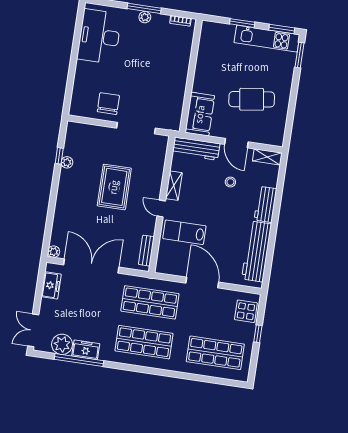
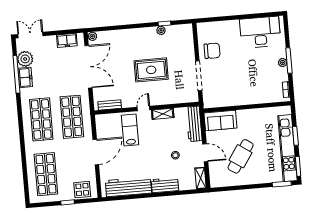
kitchen unit: (267, 39) -> (287, 148), width x1.36
cafe table: (252, 99) -> (241, 156), turned 42
door: (236, 143) -> (205, 153), swing flipped

